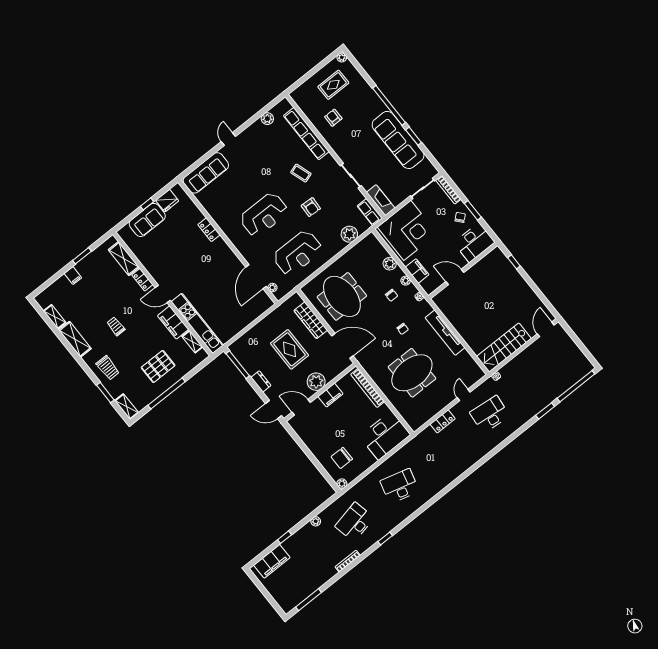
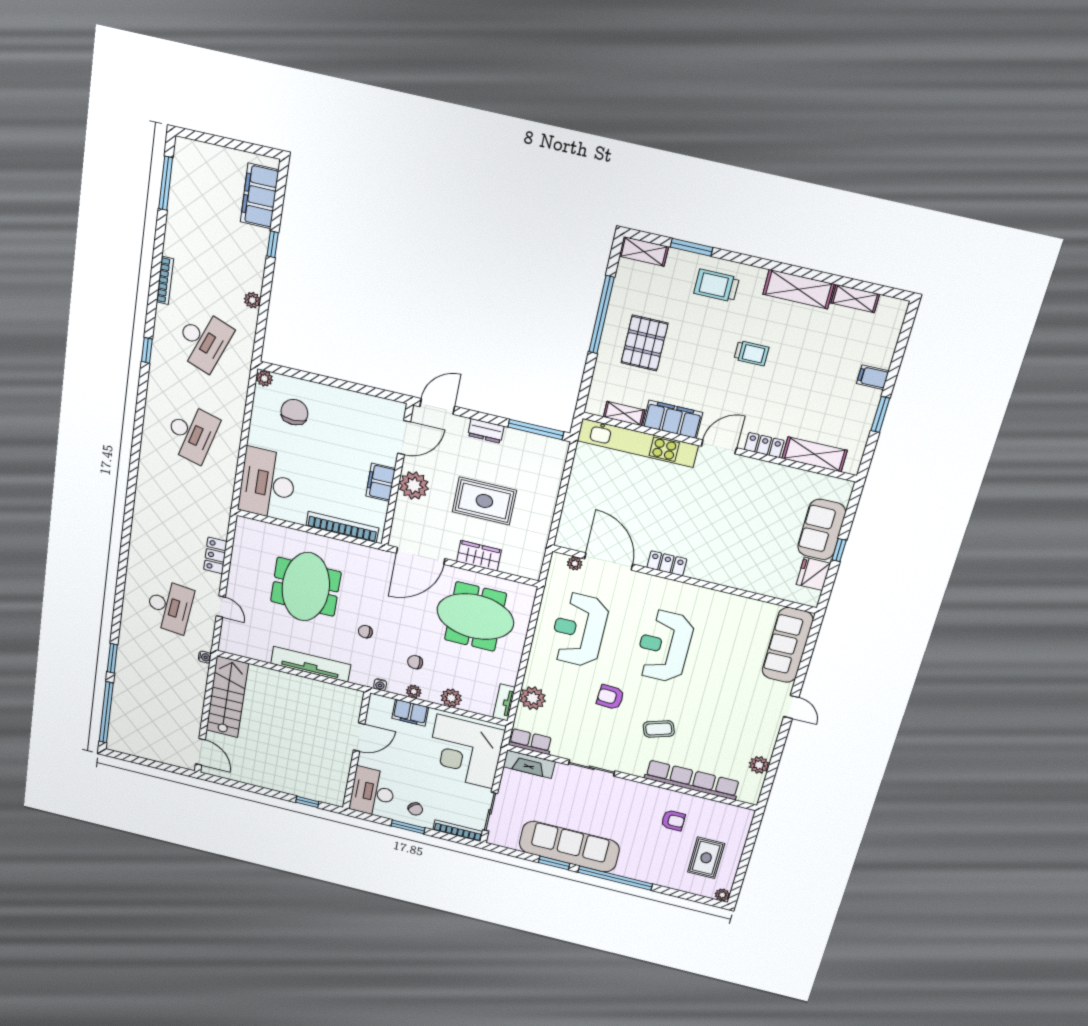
locker: (209, 230) -> (667, 563), moved
tv unit: (365, 242) -> (504, 702), added
wardrobe: (311, 320) -> (479, 556), width x0.67
desk: (355, 522) -> (203, 340), turned 33

